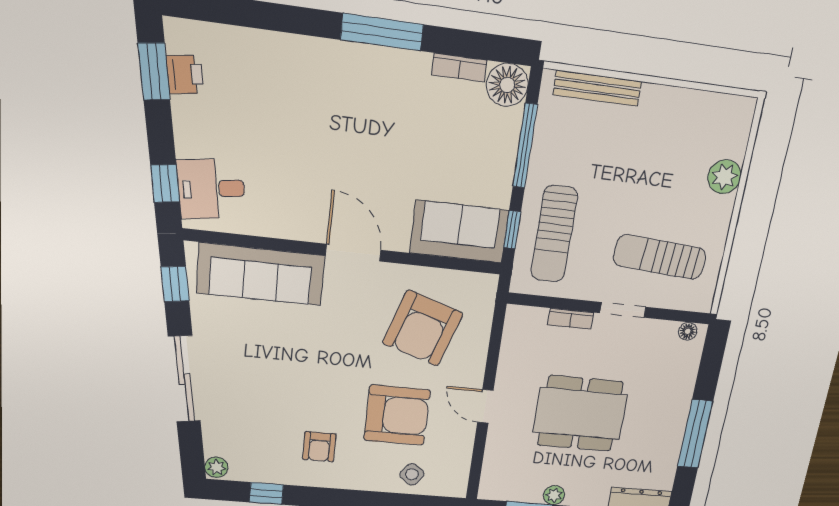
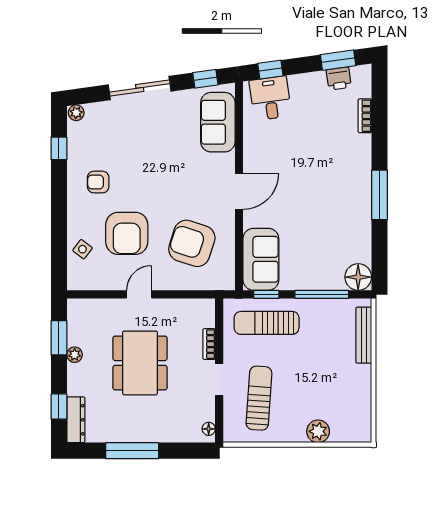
bookcase: (459, 68) -> (365, 116), moved
sofa: (261, 274) -> (218, 122), width x0.73

